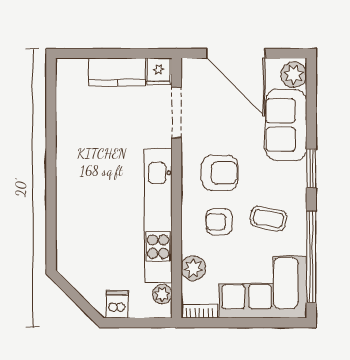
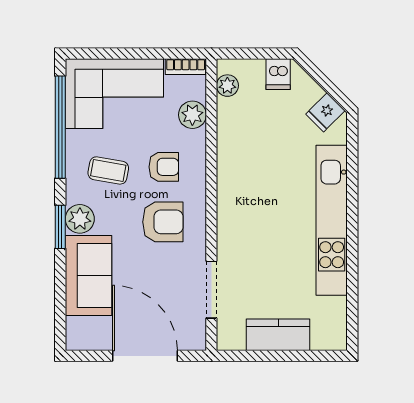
fridge: (159, 71) -> (325, 112), moved, turned -135
plant: (294, 75) -> (80, 219), moved
armchair: (220, 173) -> (163, 222), turned 180
kitchen unit: (158, 216) -> (332, 220), moved, turned 180

